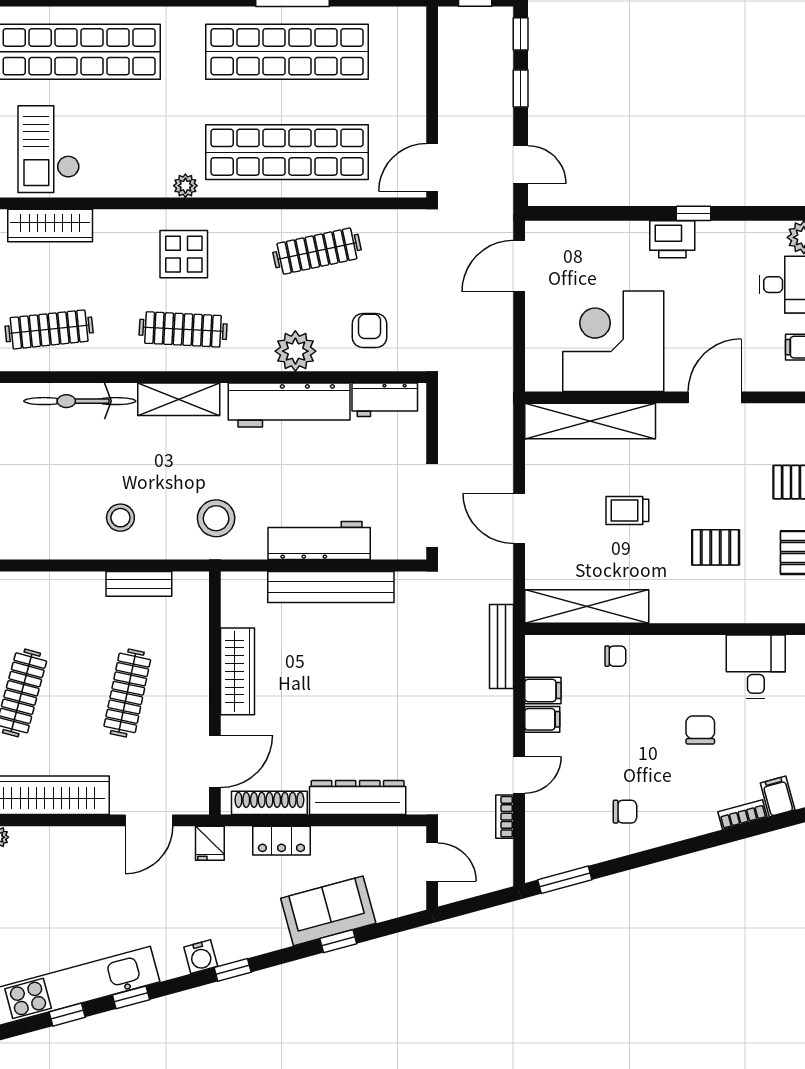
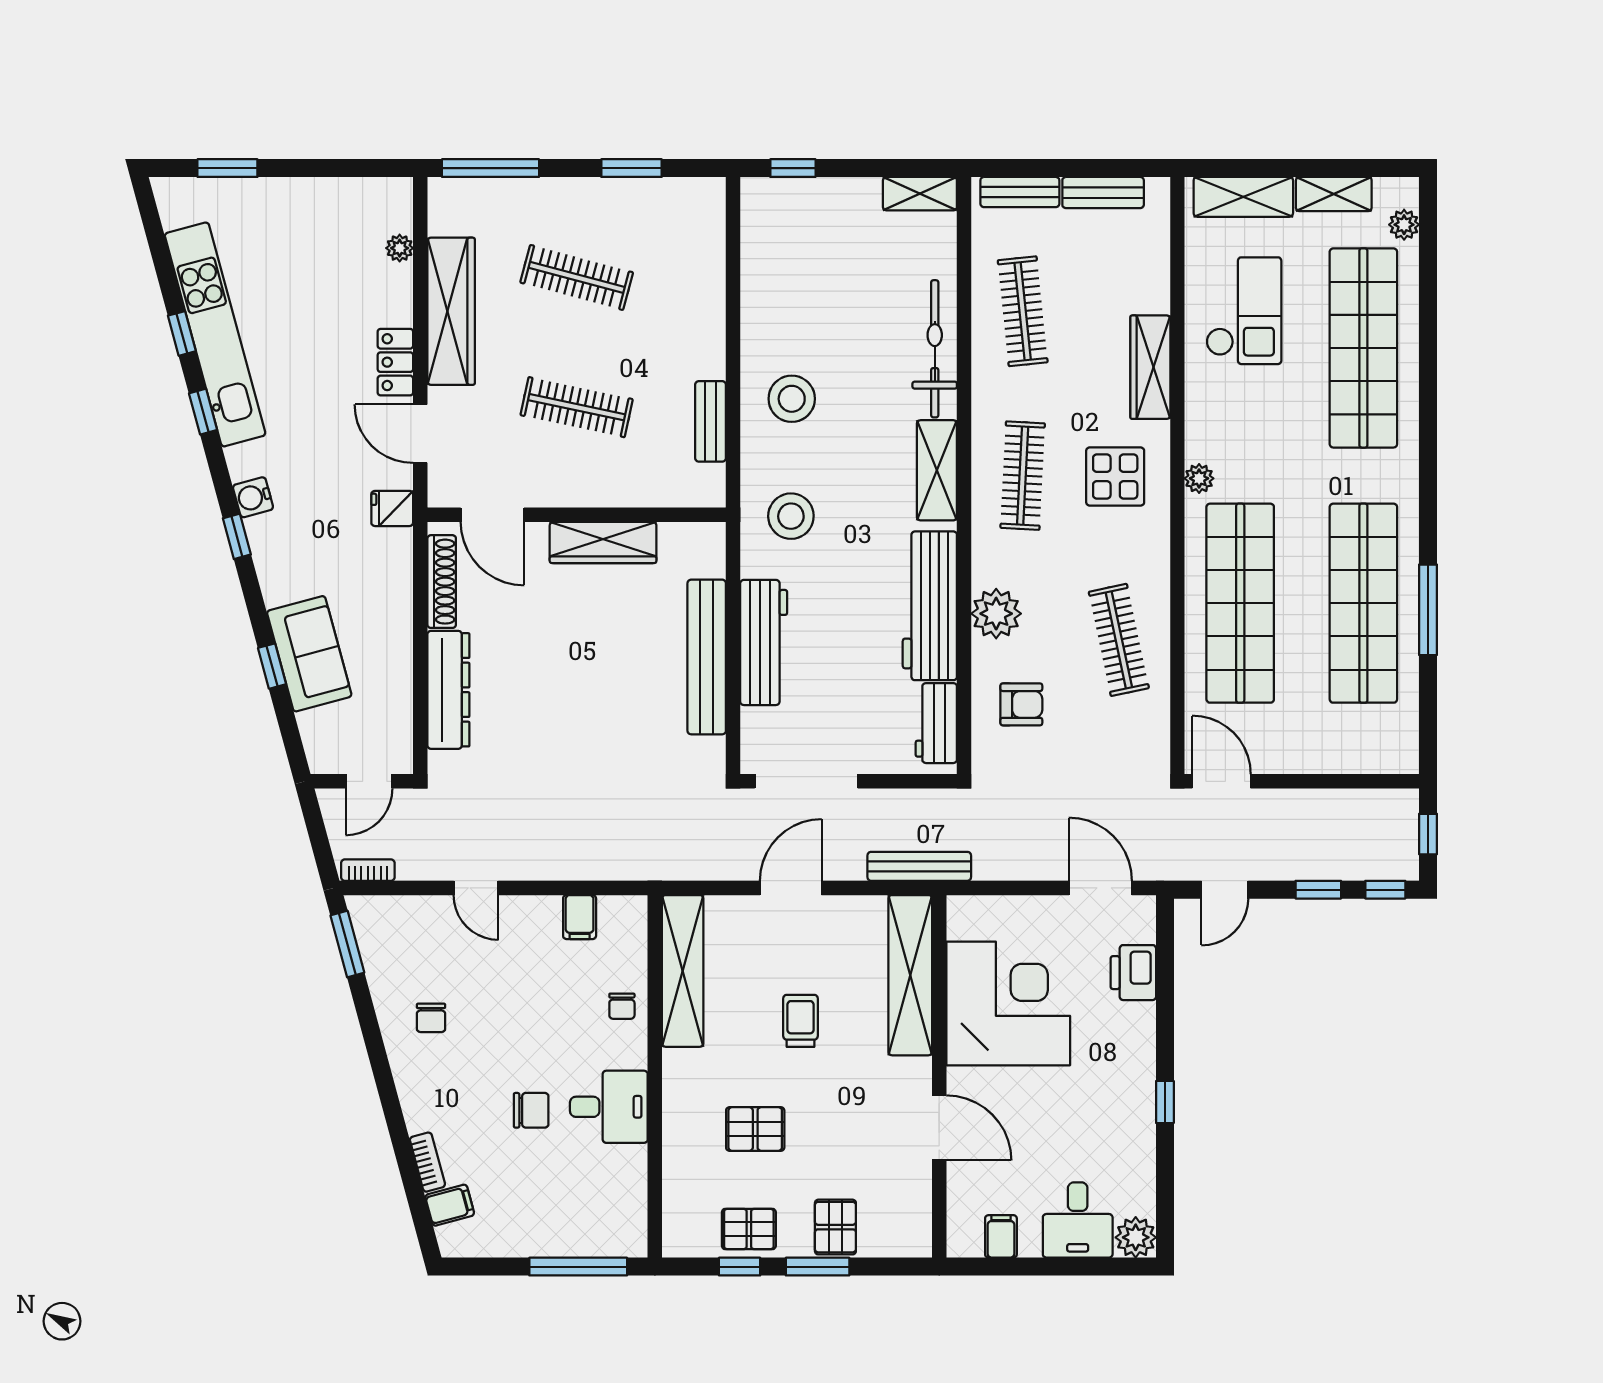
checkout: (49, 149) -> (1244, 311), turned 90
wardrobe: (50, 225) -> (1150, 367), moved
printer: (672, 239) -> (1133, 973), moved
stool: (120, 518) -> (792, 399), width x1.38, depth x1.38
pallet: (716, 547) -> (755, 1129), turned 90
bench: (501, 646) -> (919, 866), moved
desk: (756, 667) -> (609, 1107), moved
filing cabinet: (542, 719) -> (544, 916), removed
bookcase: (505, 817) -> (368, 870), moved
locker: (281, 841) -> (395, 362), moved

